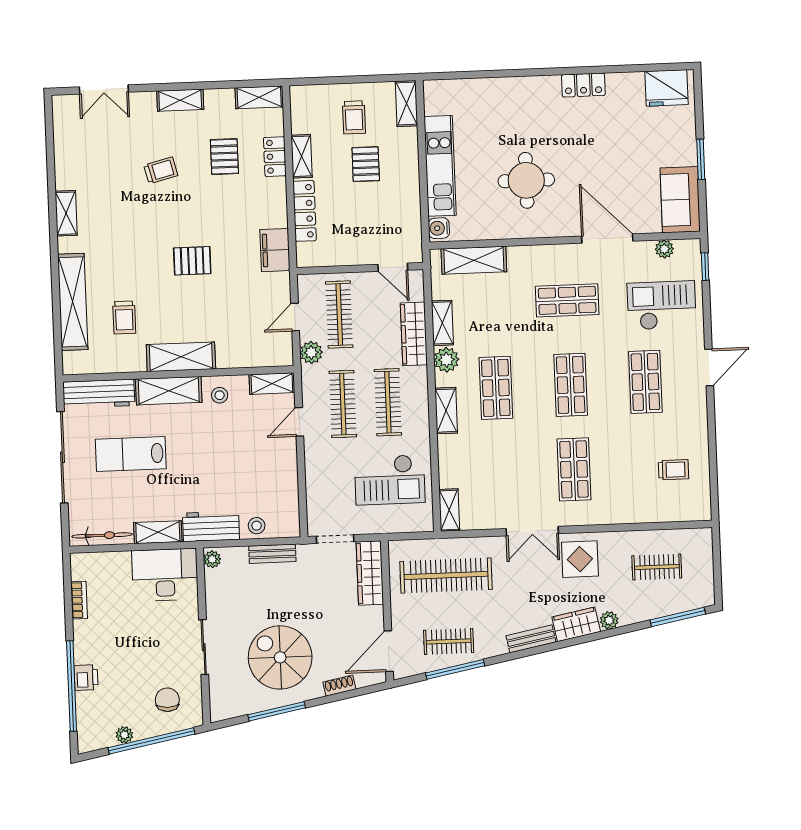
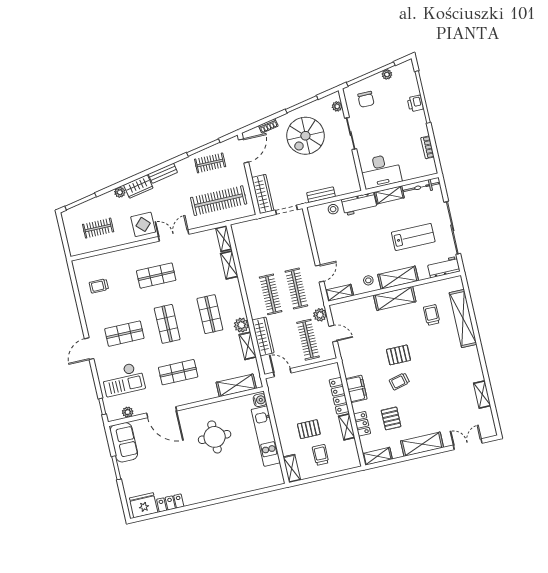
locker: (583, 85) -> (170, 503), moved
shelving: (180, 100) -> (422, 444), width x1.50, depth x1.33
pallet: (366, 164) -> (309, 429), turned 90
trolley: (161, 170) -> (399, 381), moved
shelving: (66, 213) -> (482, 394), moved
filing cabinet: (275, 250) -> (356, 389), moved
door: (295, 317) -> (333, 334), hinge flipped
shop shelf: (645, 382) -> (124, 334), turned 90
workbench: (99, 394) -> (444, 267), width x0.73
shelving: (446, 411) -> (229, 265), moved
shop shelf: (574, 469) -> (156, 276), turned 90
checkout: (390, 480) -> (261, 250), removed
plant: (212, 559) -> (337, 106), moved
spiral stairs: (280, 657) -> (305, 136), turned 90

